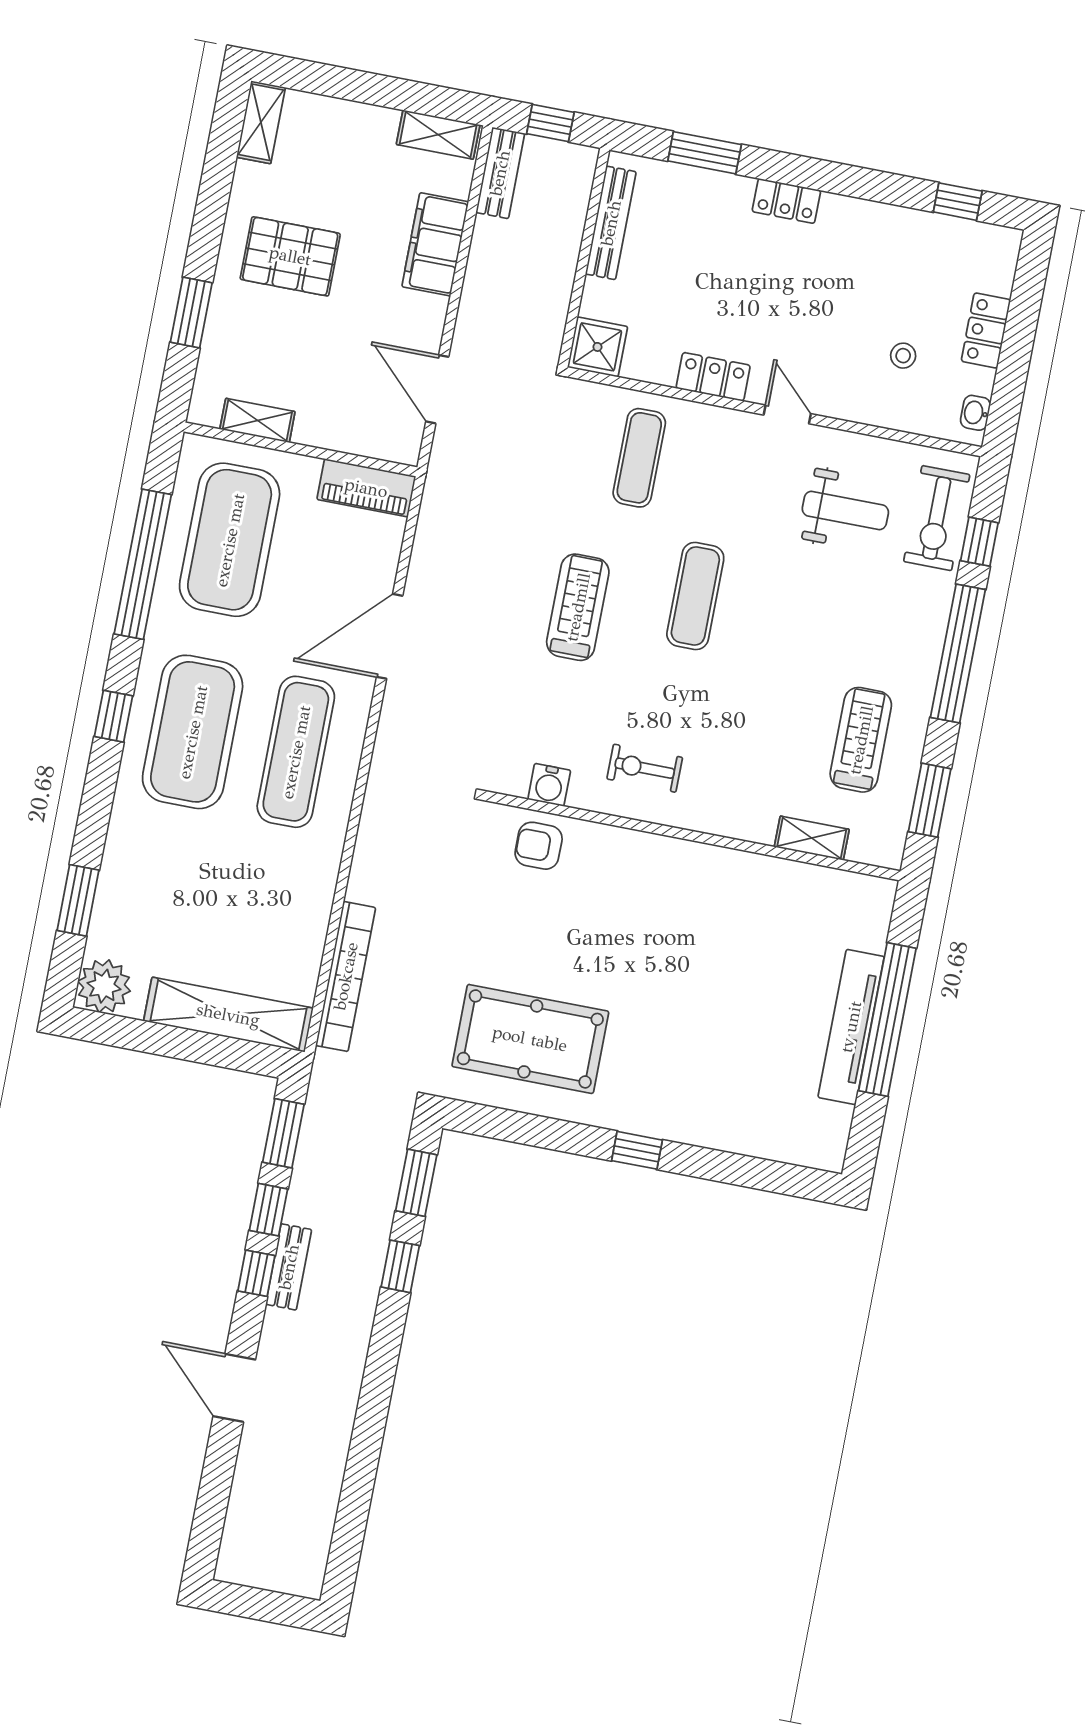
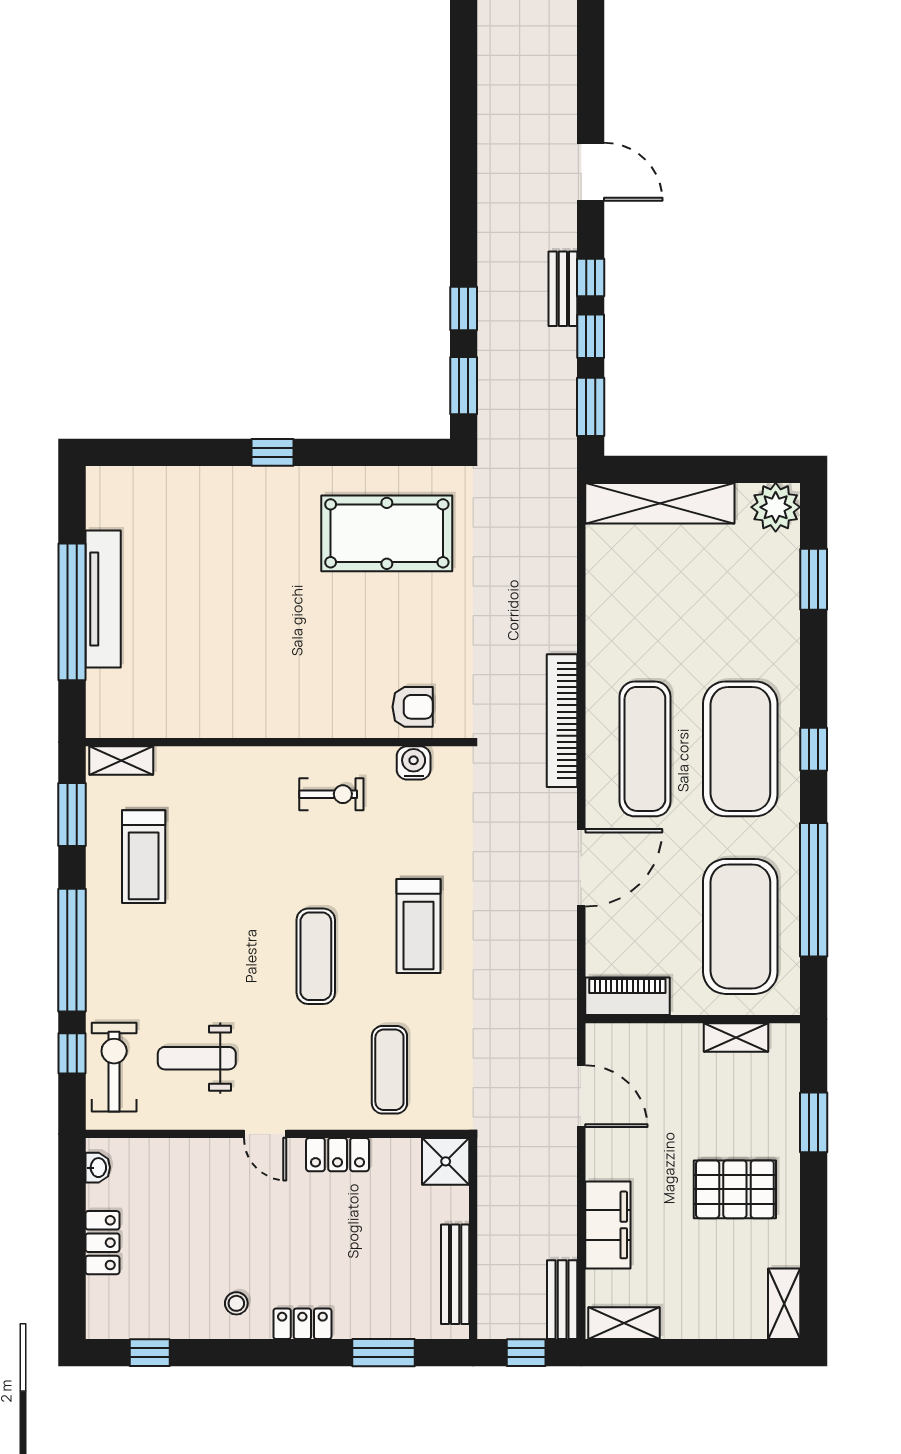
stool: (903, 356) -> (236, 1303), moved
shelving: (812, 838) -> (121, 761), moved
bookcase: (346, 976) -> (562, 721), moved

